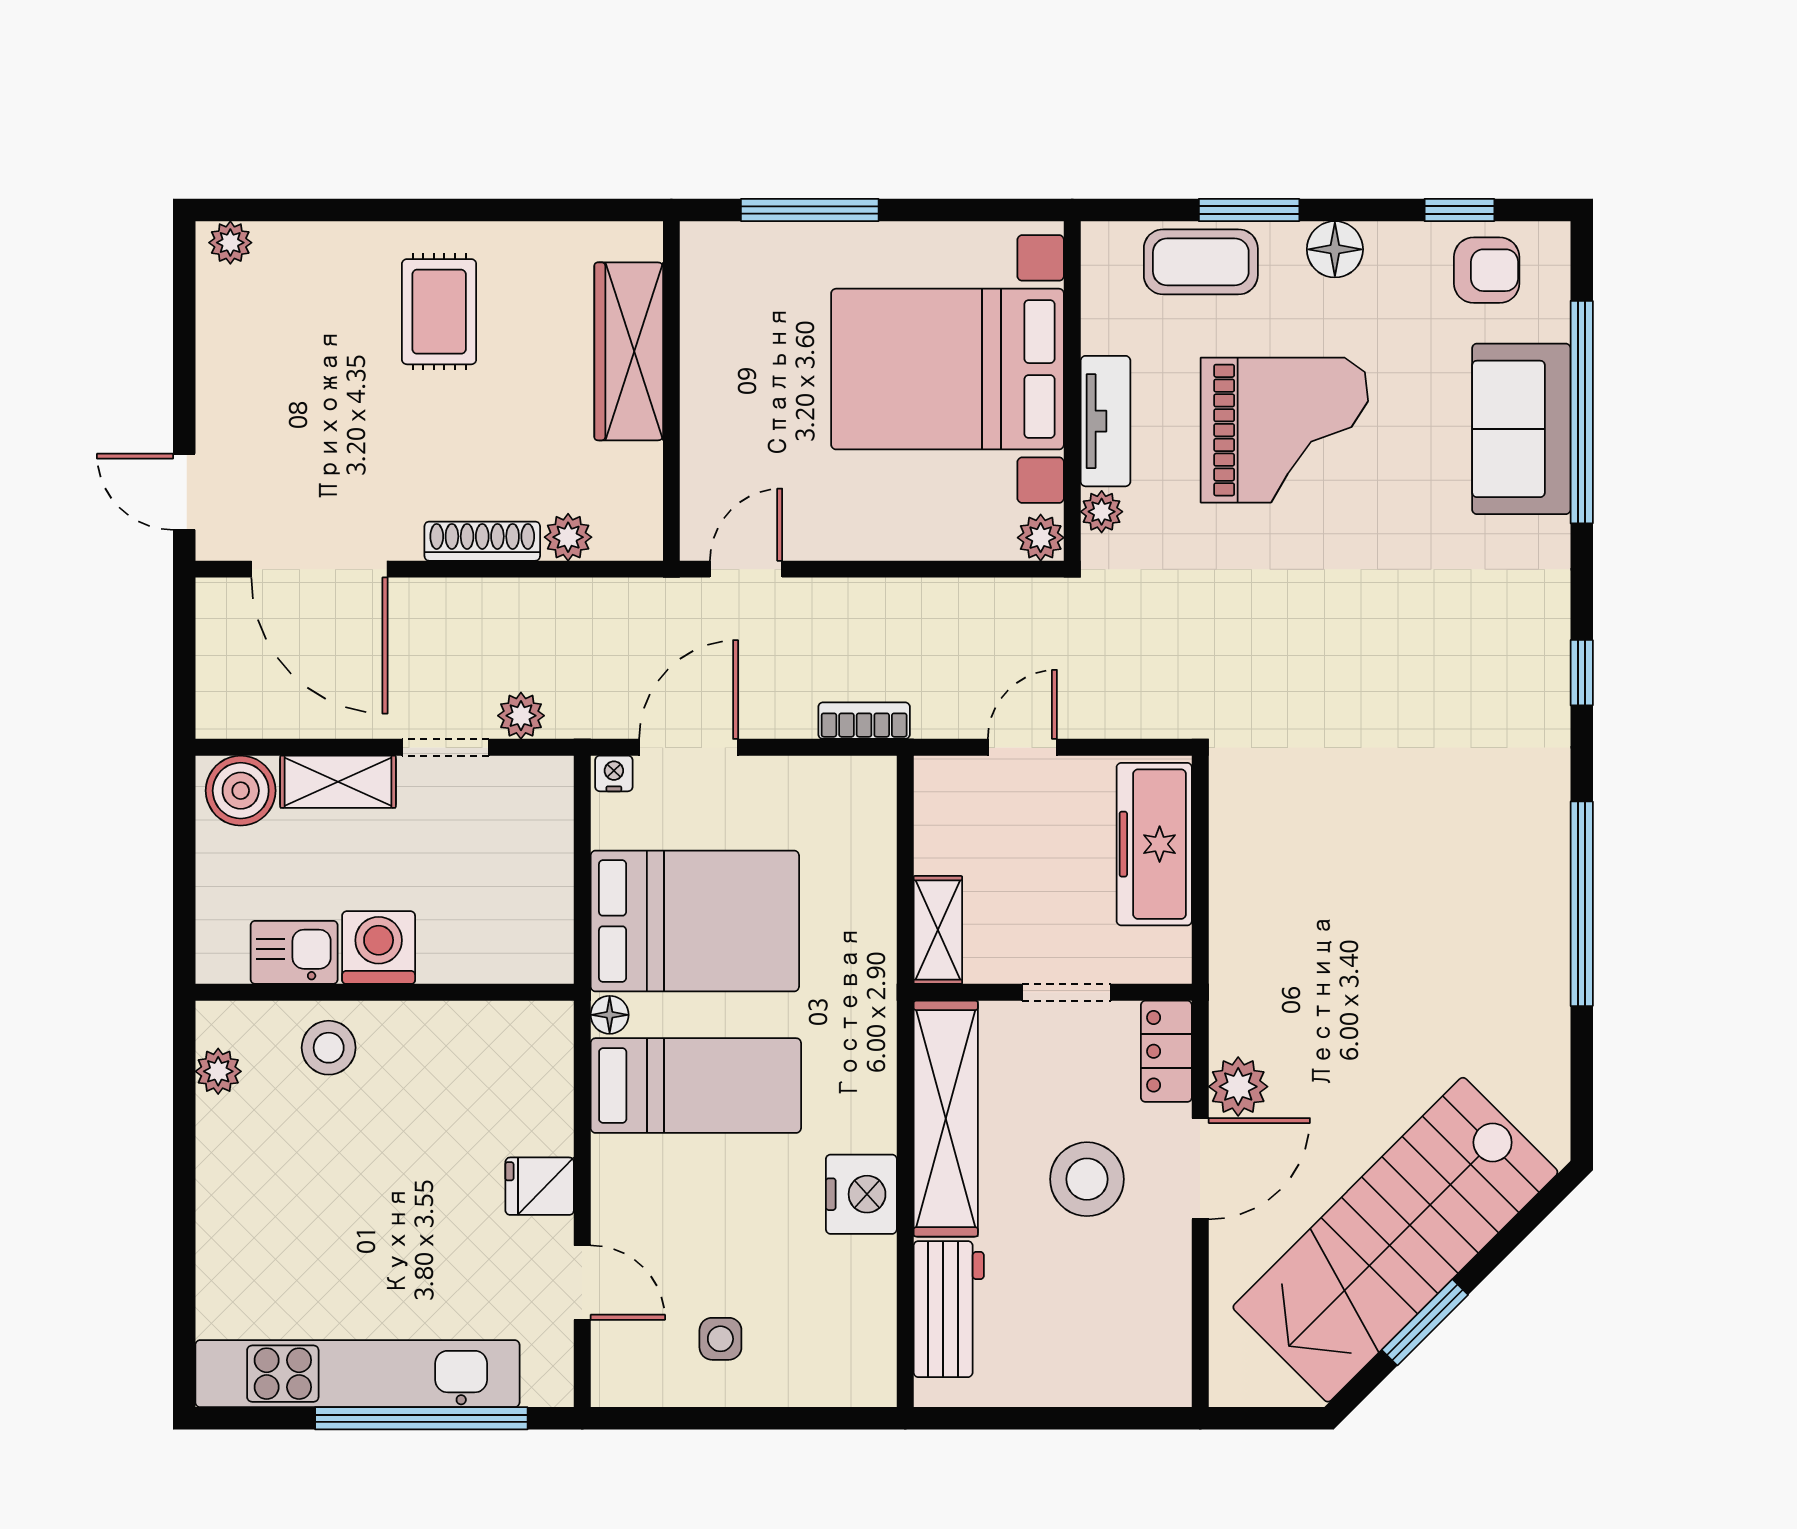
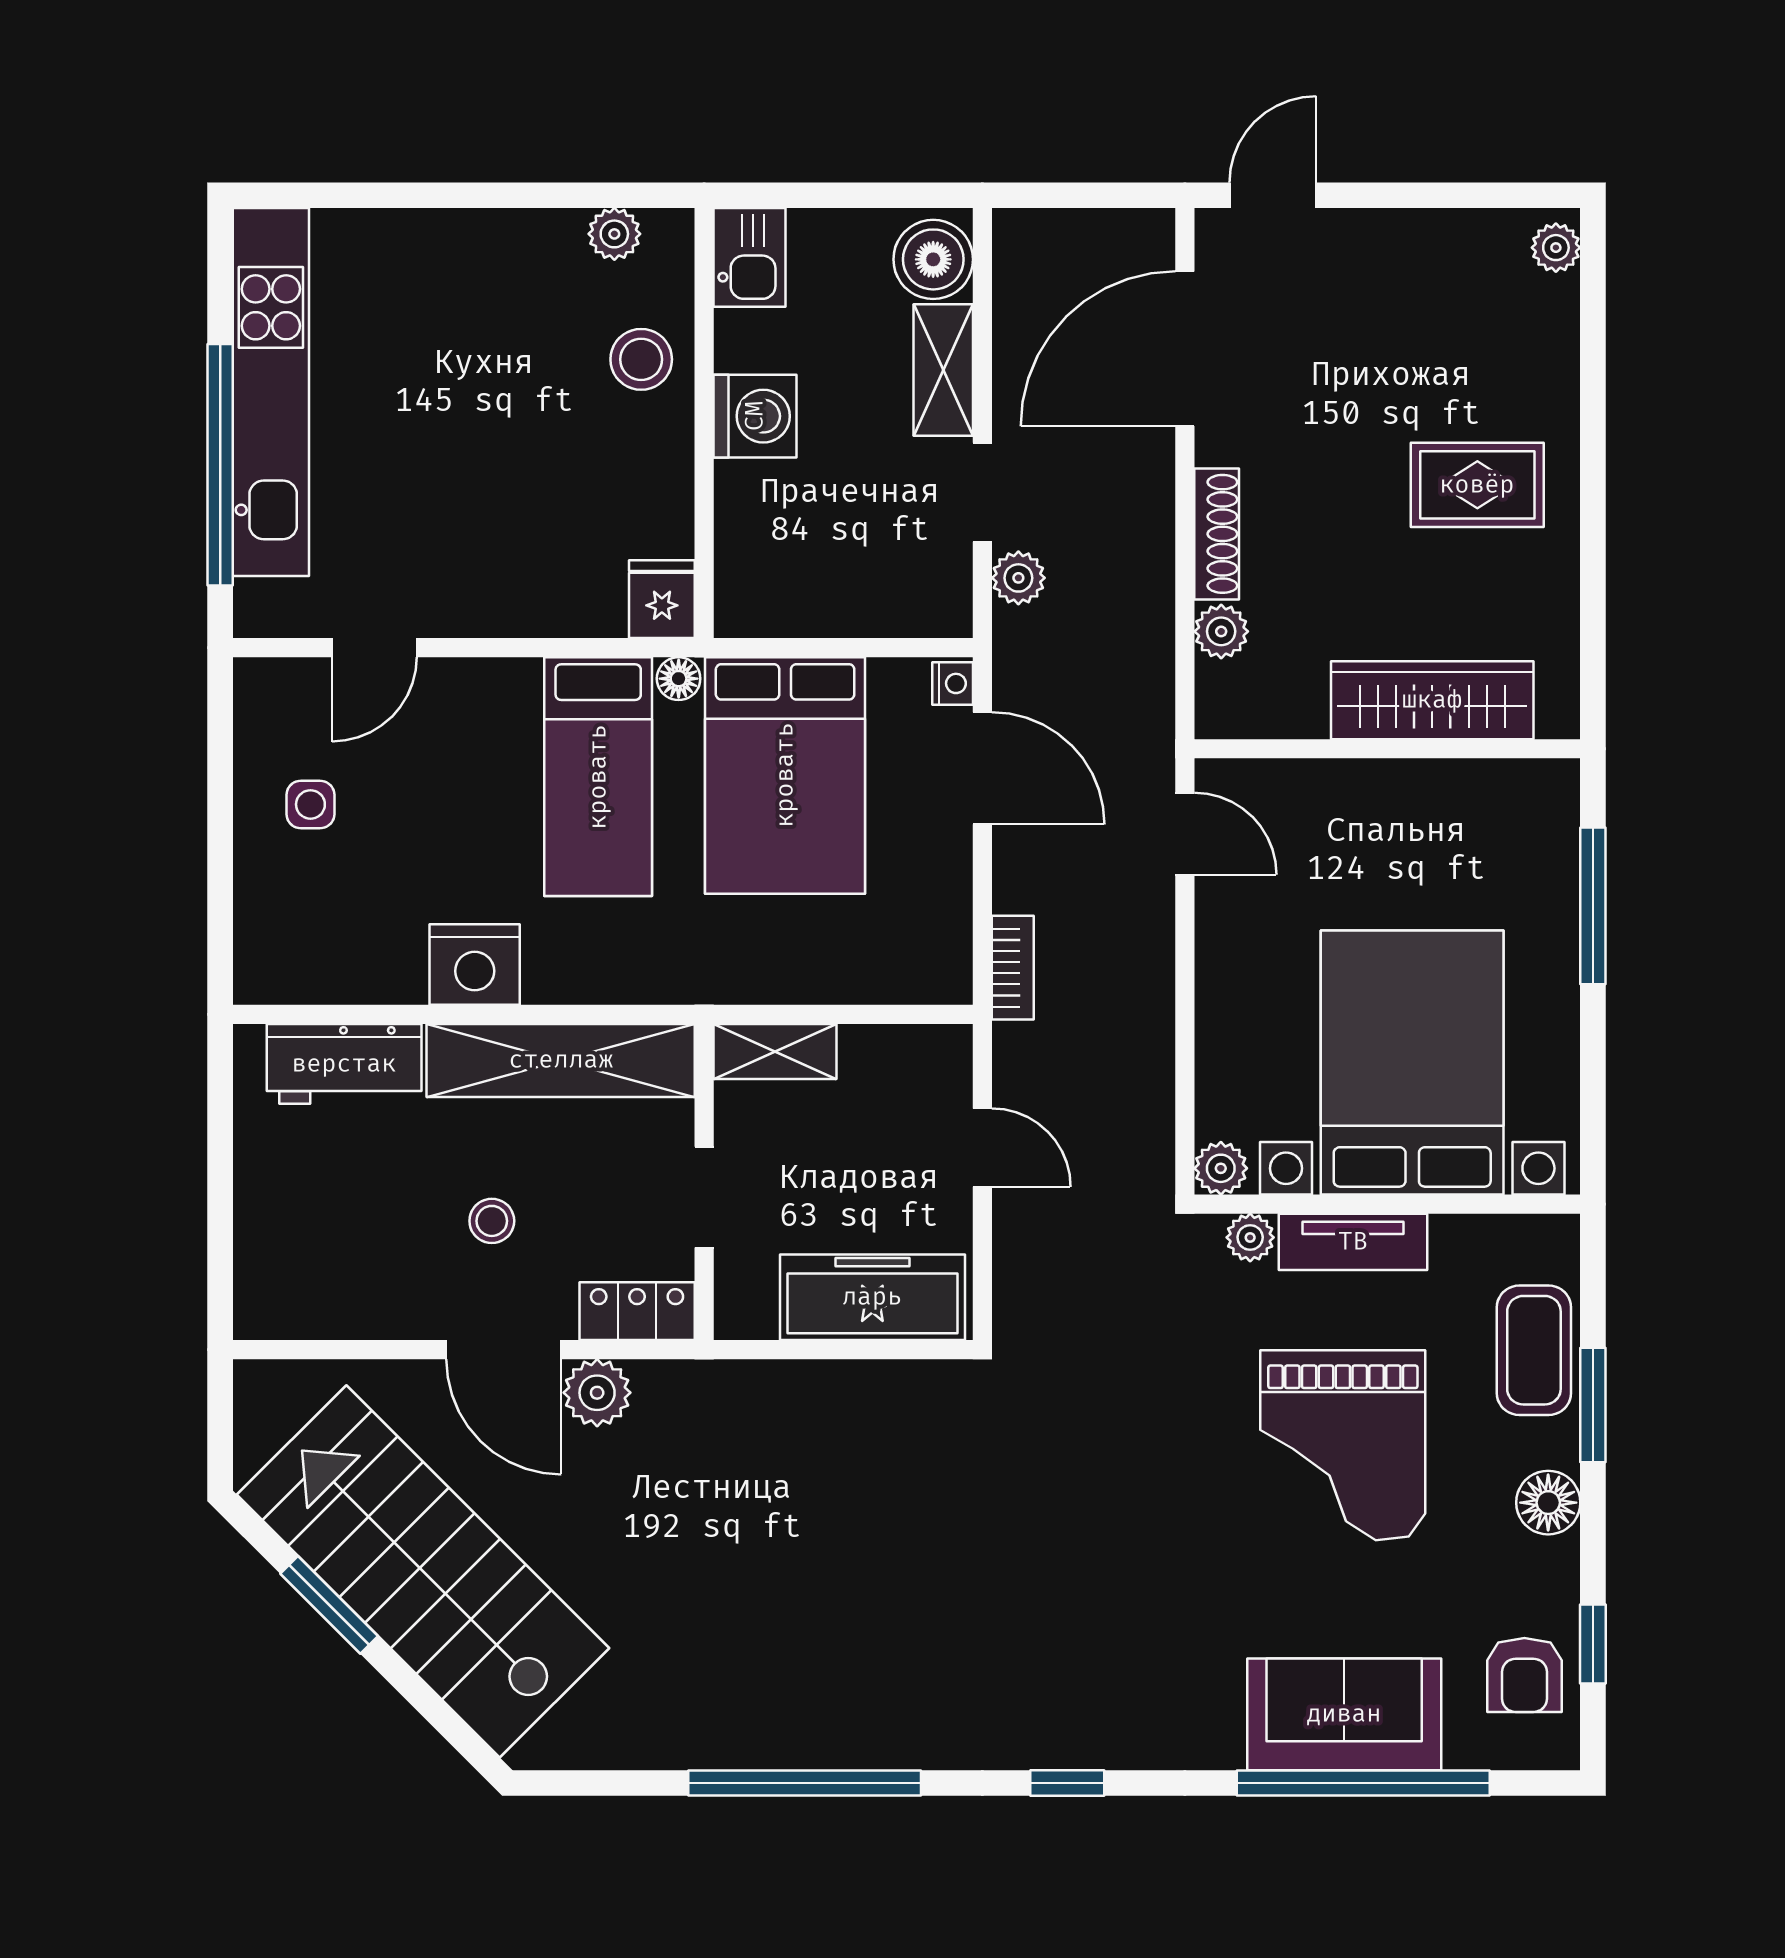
kitchen sink: (294, 952) -> (749, 257), moved
stool: (1087, 1179) -> (492, 1221), width x0.53, depth x0.53
fridge: (540, 1186) -> (662, 599), moved

